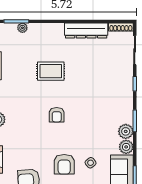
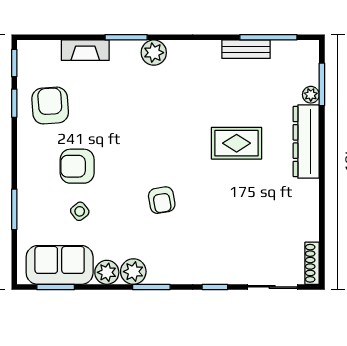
dresser: (86, 31) -> (306, 142), moved
rug: (51, 71) -> (237, 143), turned 90
armchair: (57, 115) -> (162, 200), moved, turned -100

